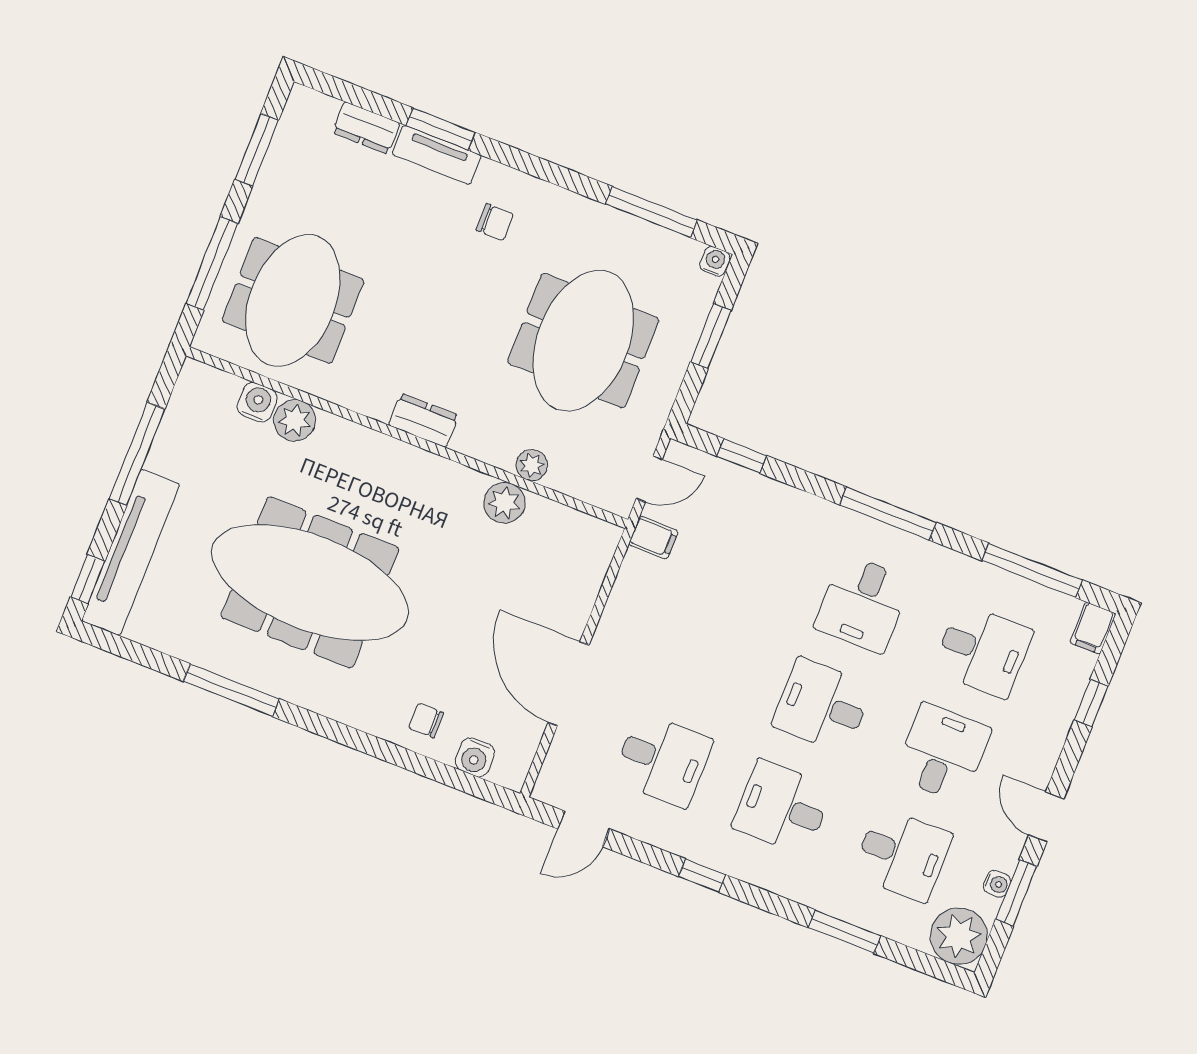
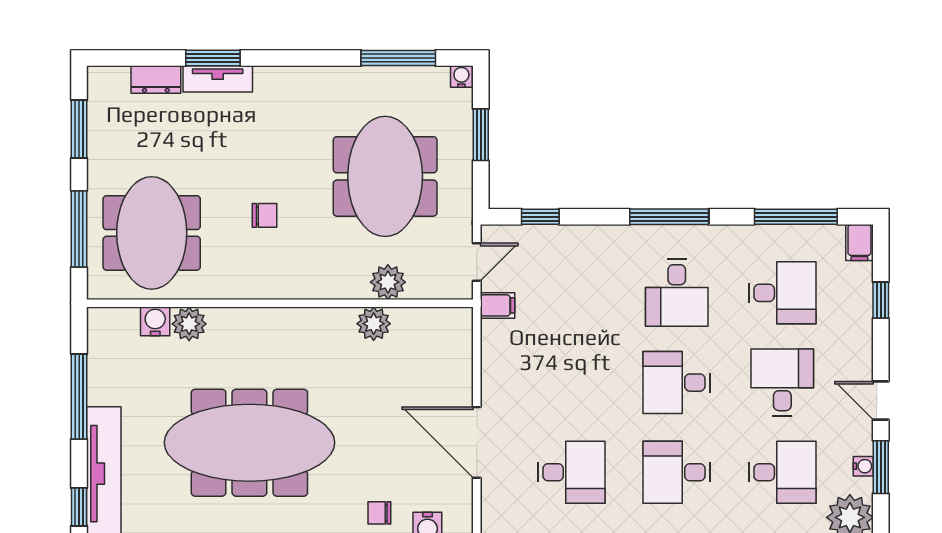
chair: (495, 222) -> (265, 215), moved
dresser: (423, 420) -> (287, 285), removed
plant: (532, 465) -> (388, 282), width x1.38, depth x1.38

